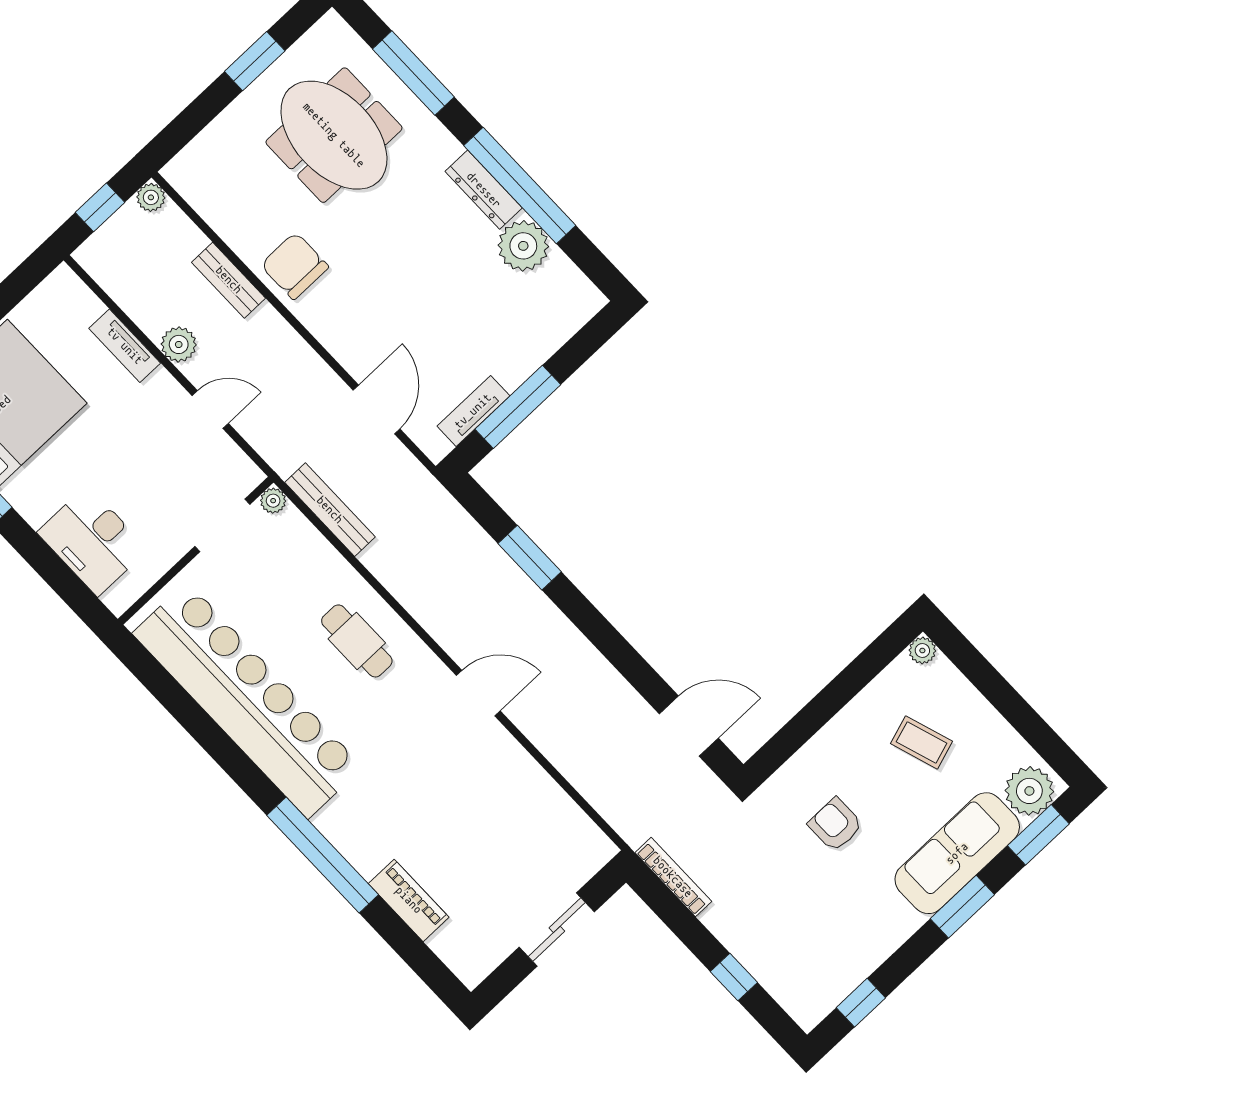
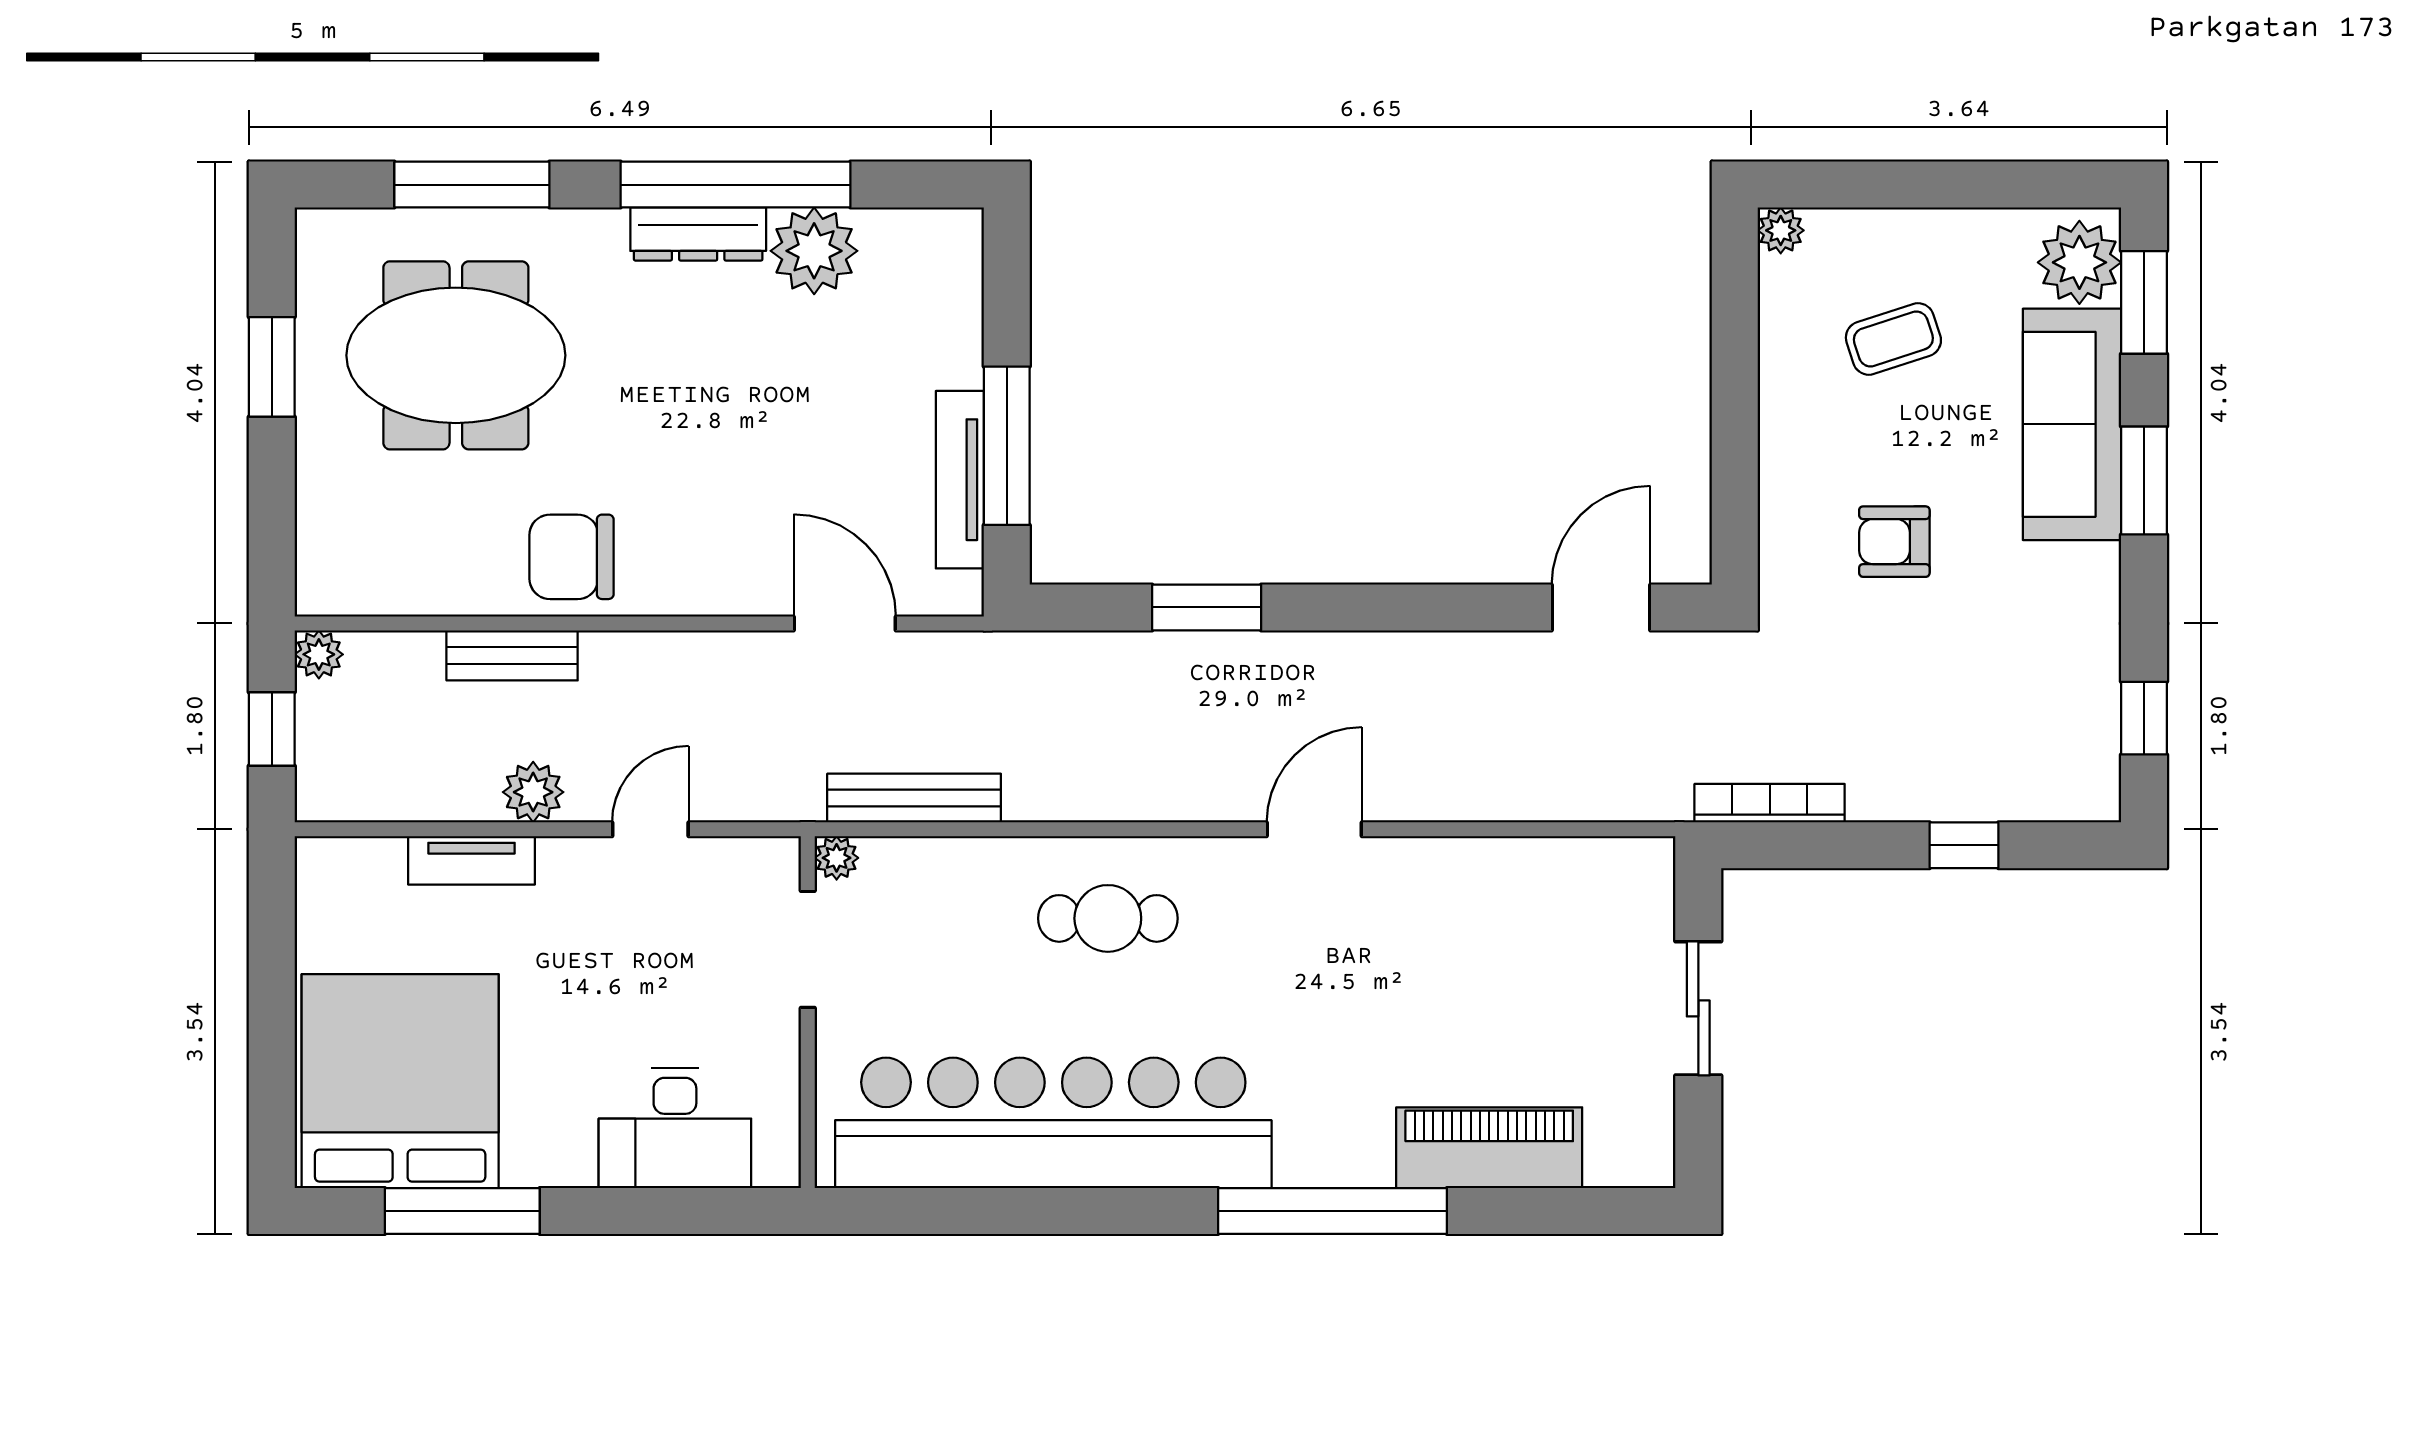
tv unit: (473, 411) -> (960, 480), width x1.41
piano: (409, 900) -> (1489, 1148), width x1.37, depth x1.33

